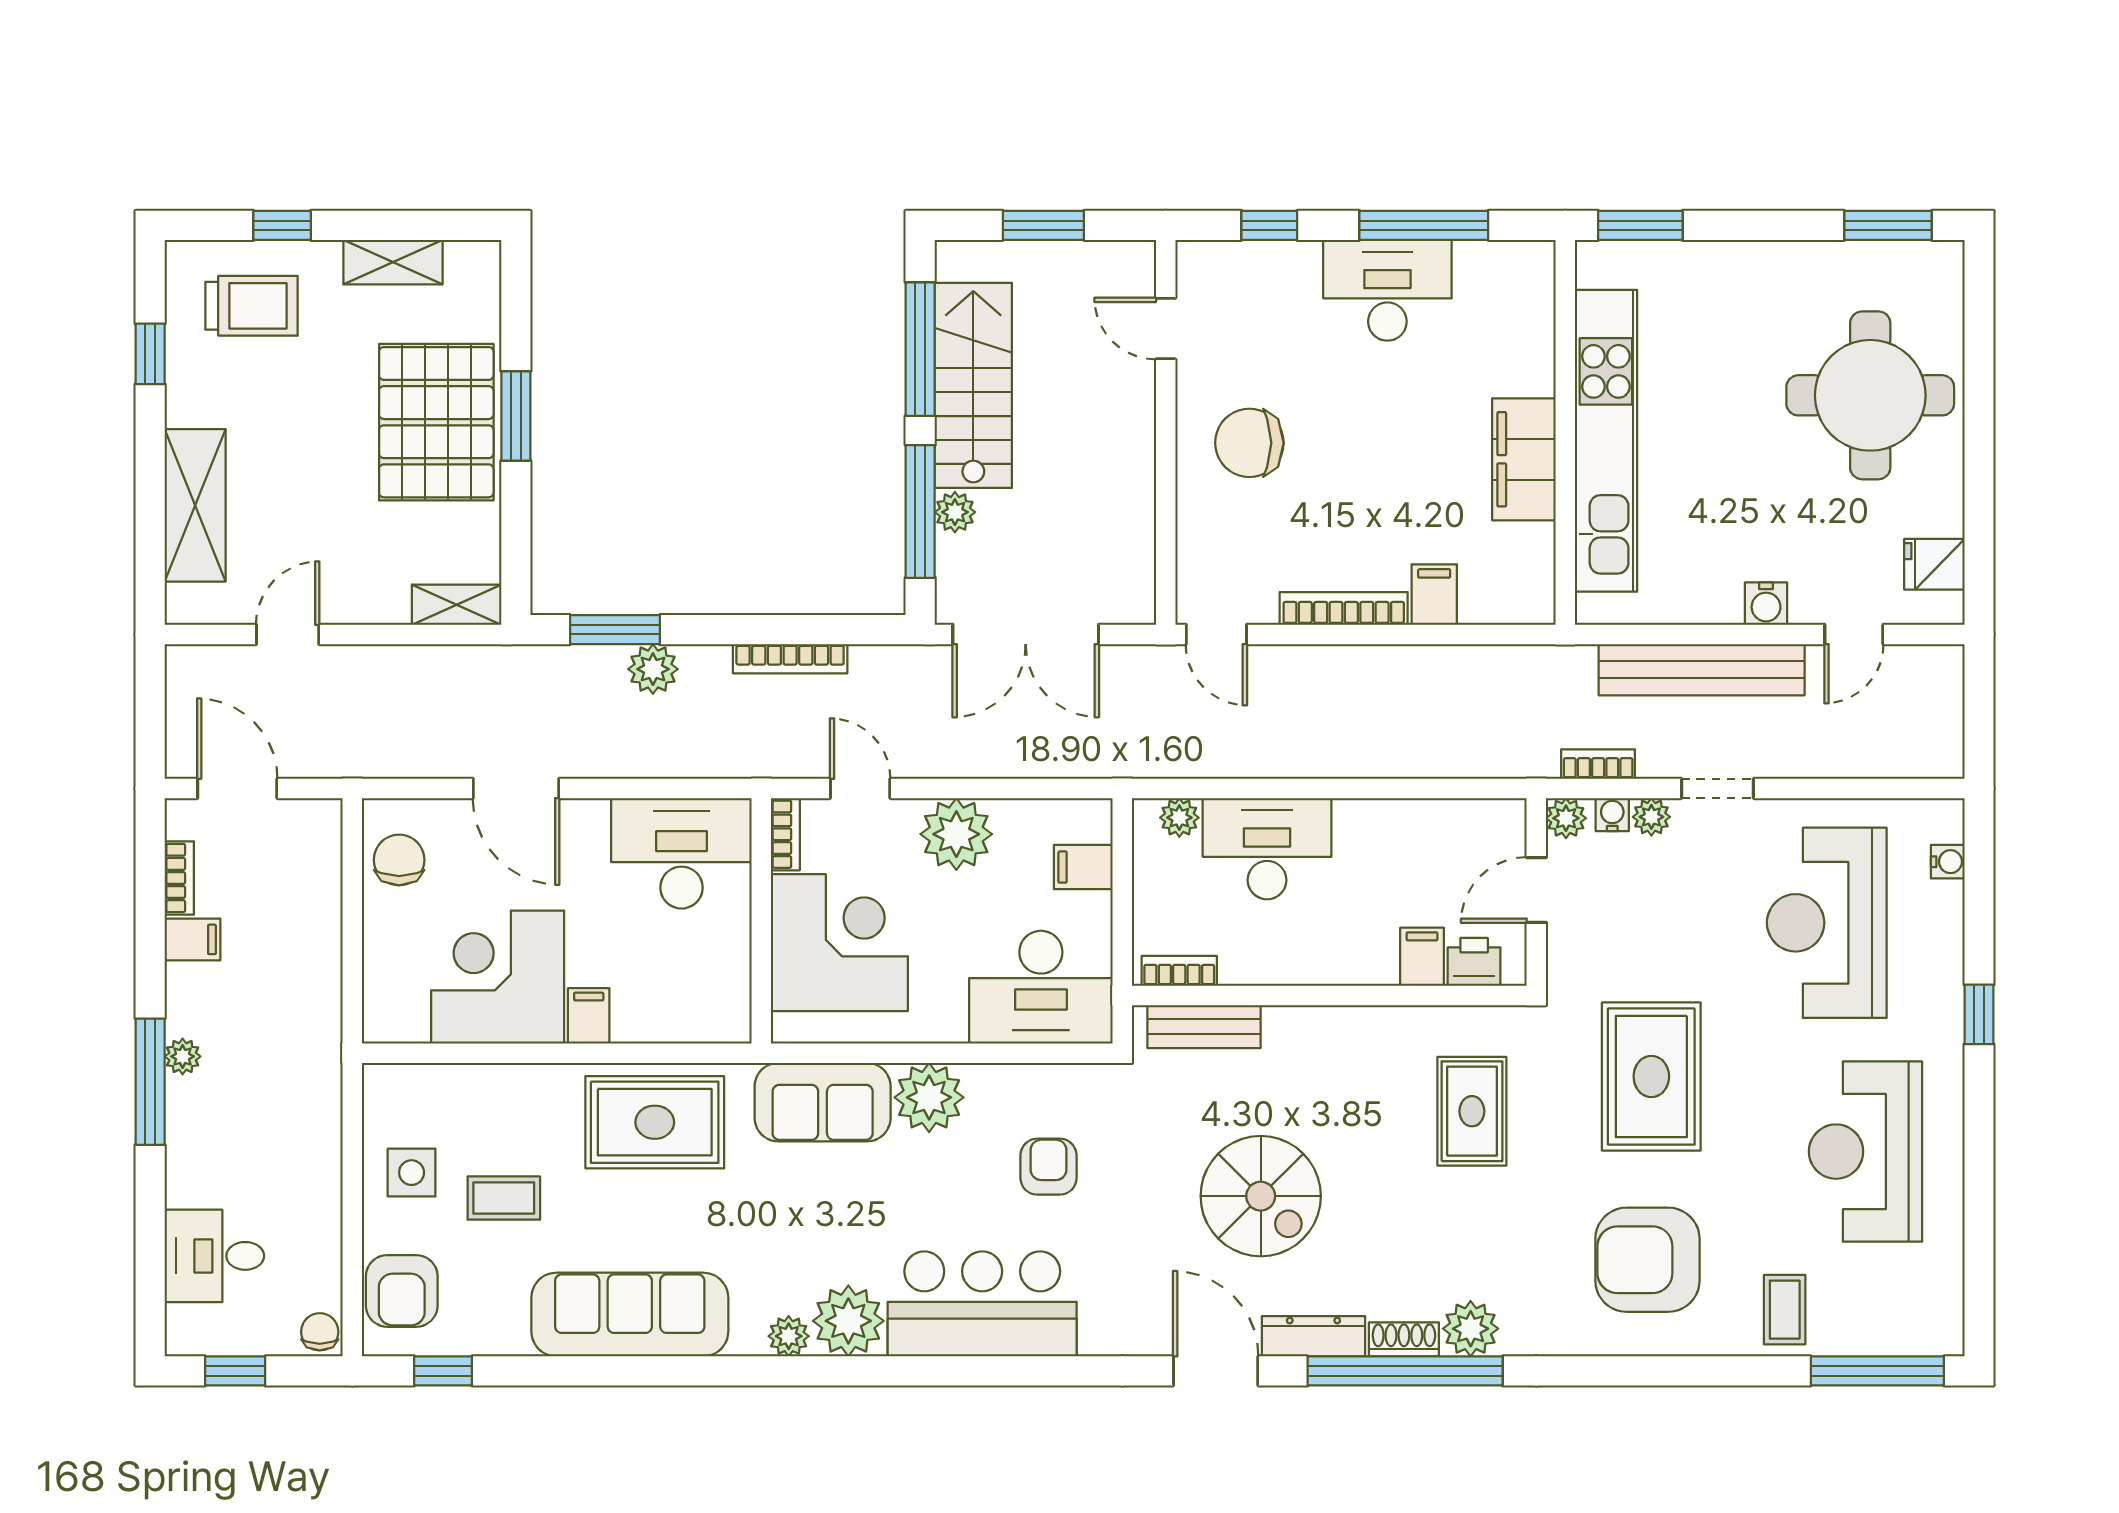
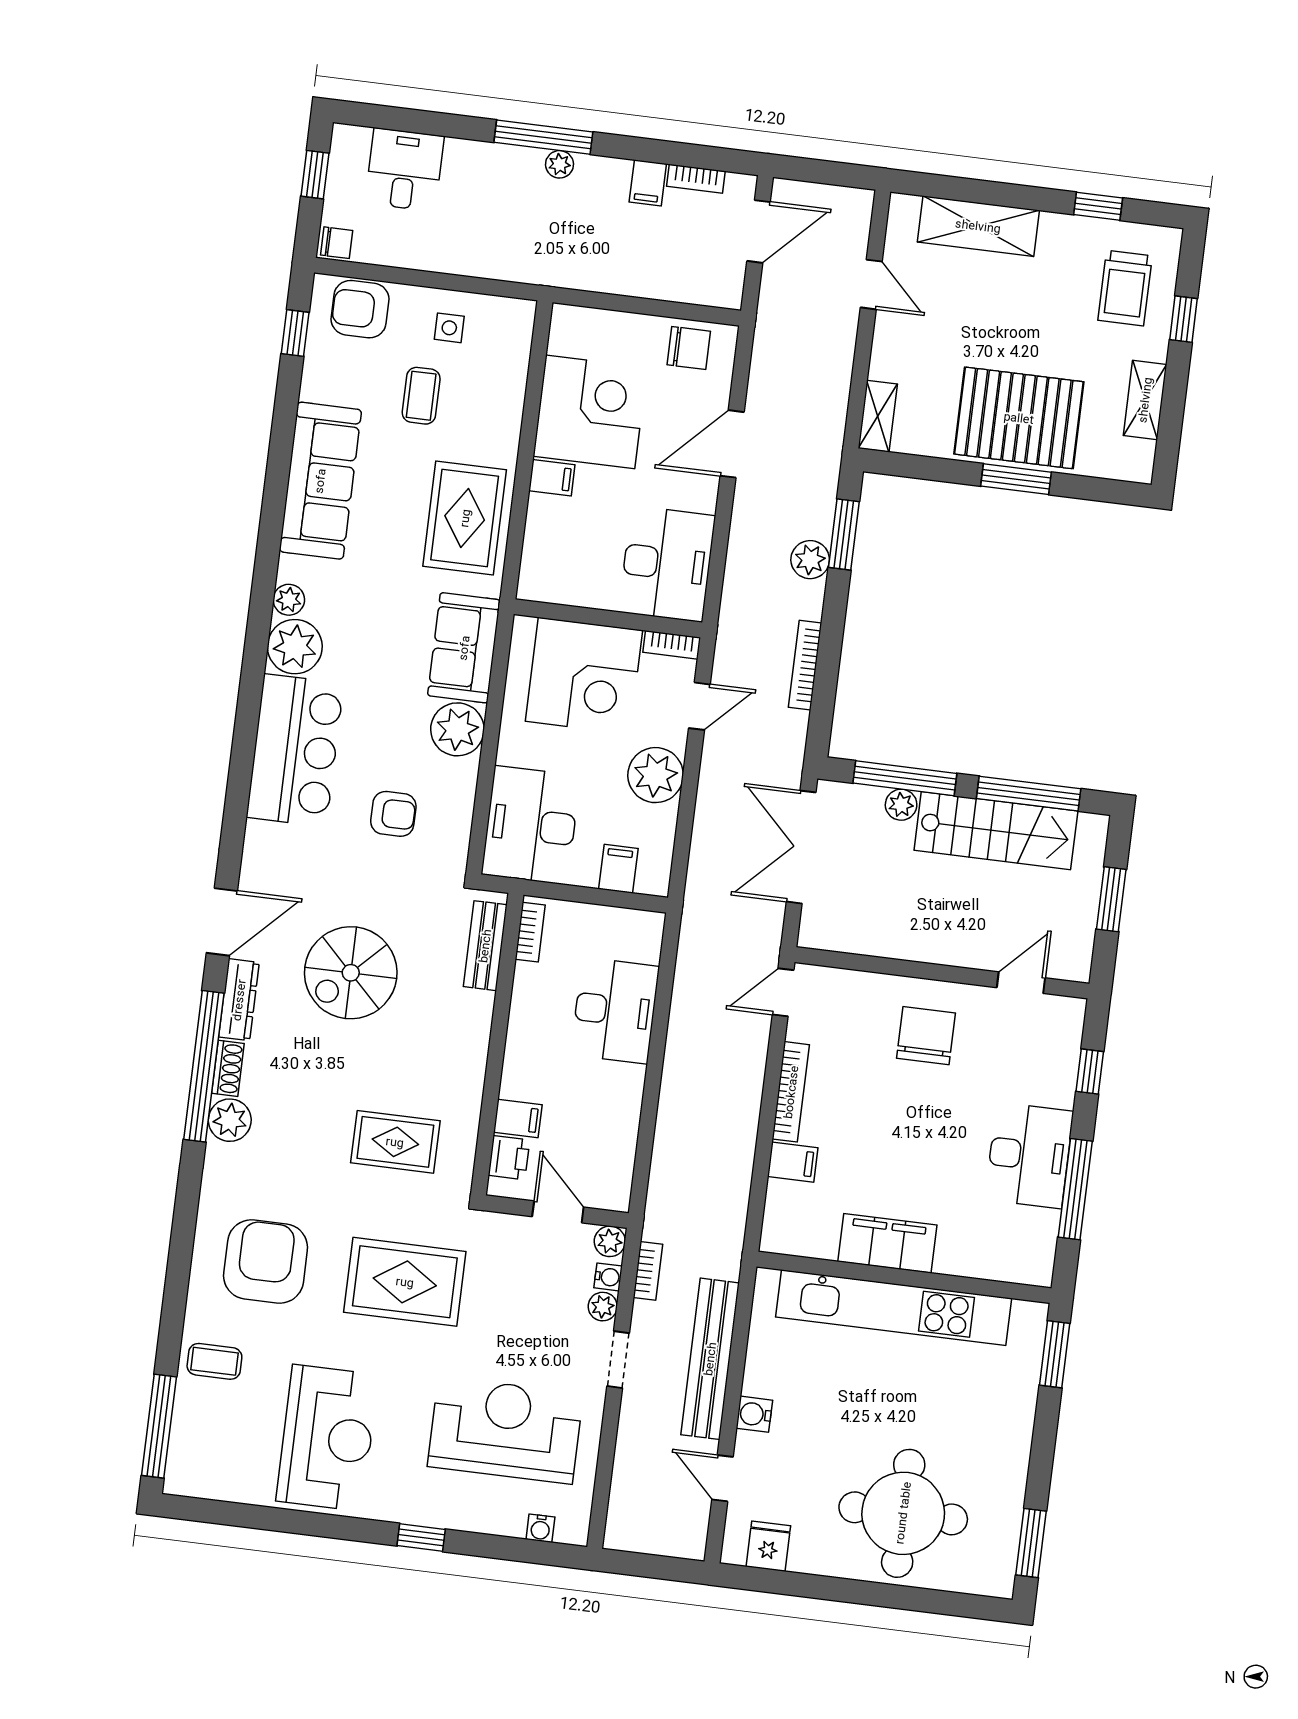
plant: (1179, 818) -> (647, 947), removed
reception desk: (1865, 1152) -> (327, 1438), turned 90
side table: (412, 1173) -> (449, 328), width x0.73, depth x0.73

